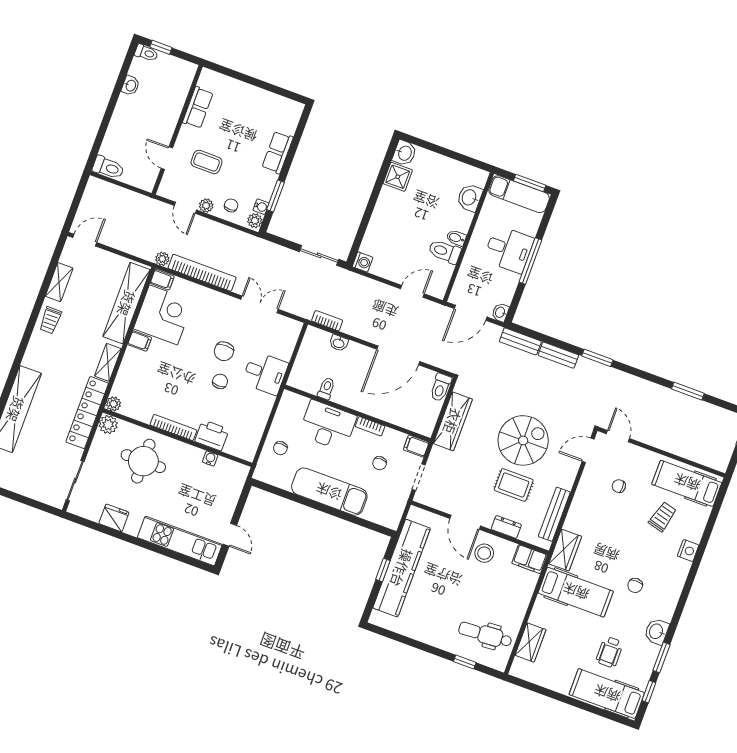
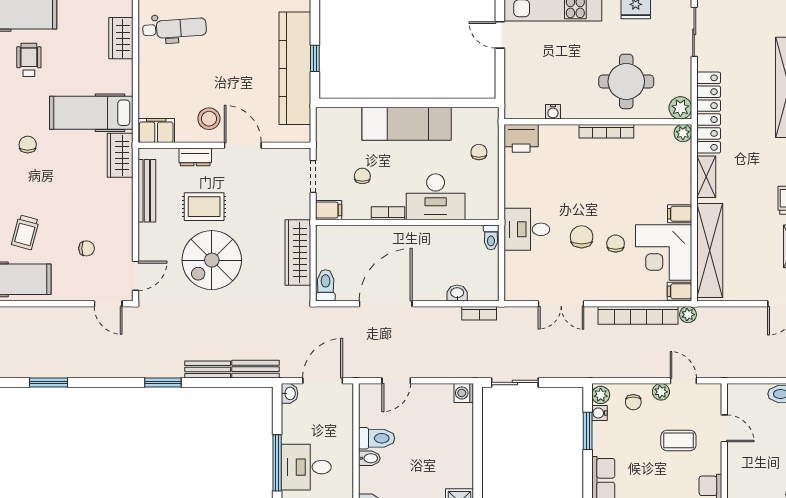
chair: (220, 381) -> (616, 244), moved, turned 180
toilet: (326, 388) -> (491, 237), moved
printer: (212, 435) -> (521, 138), moved

